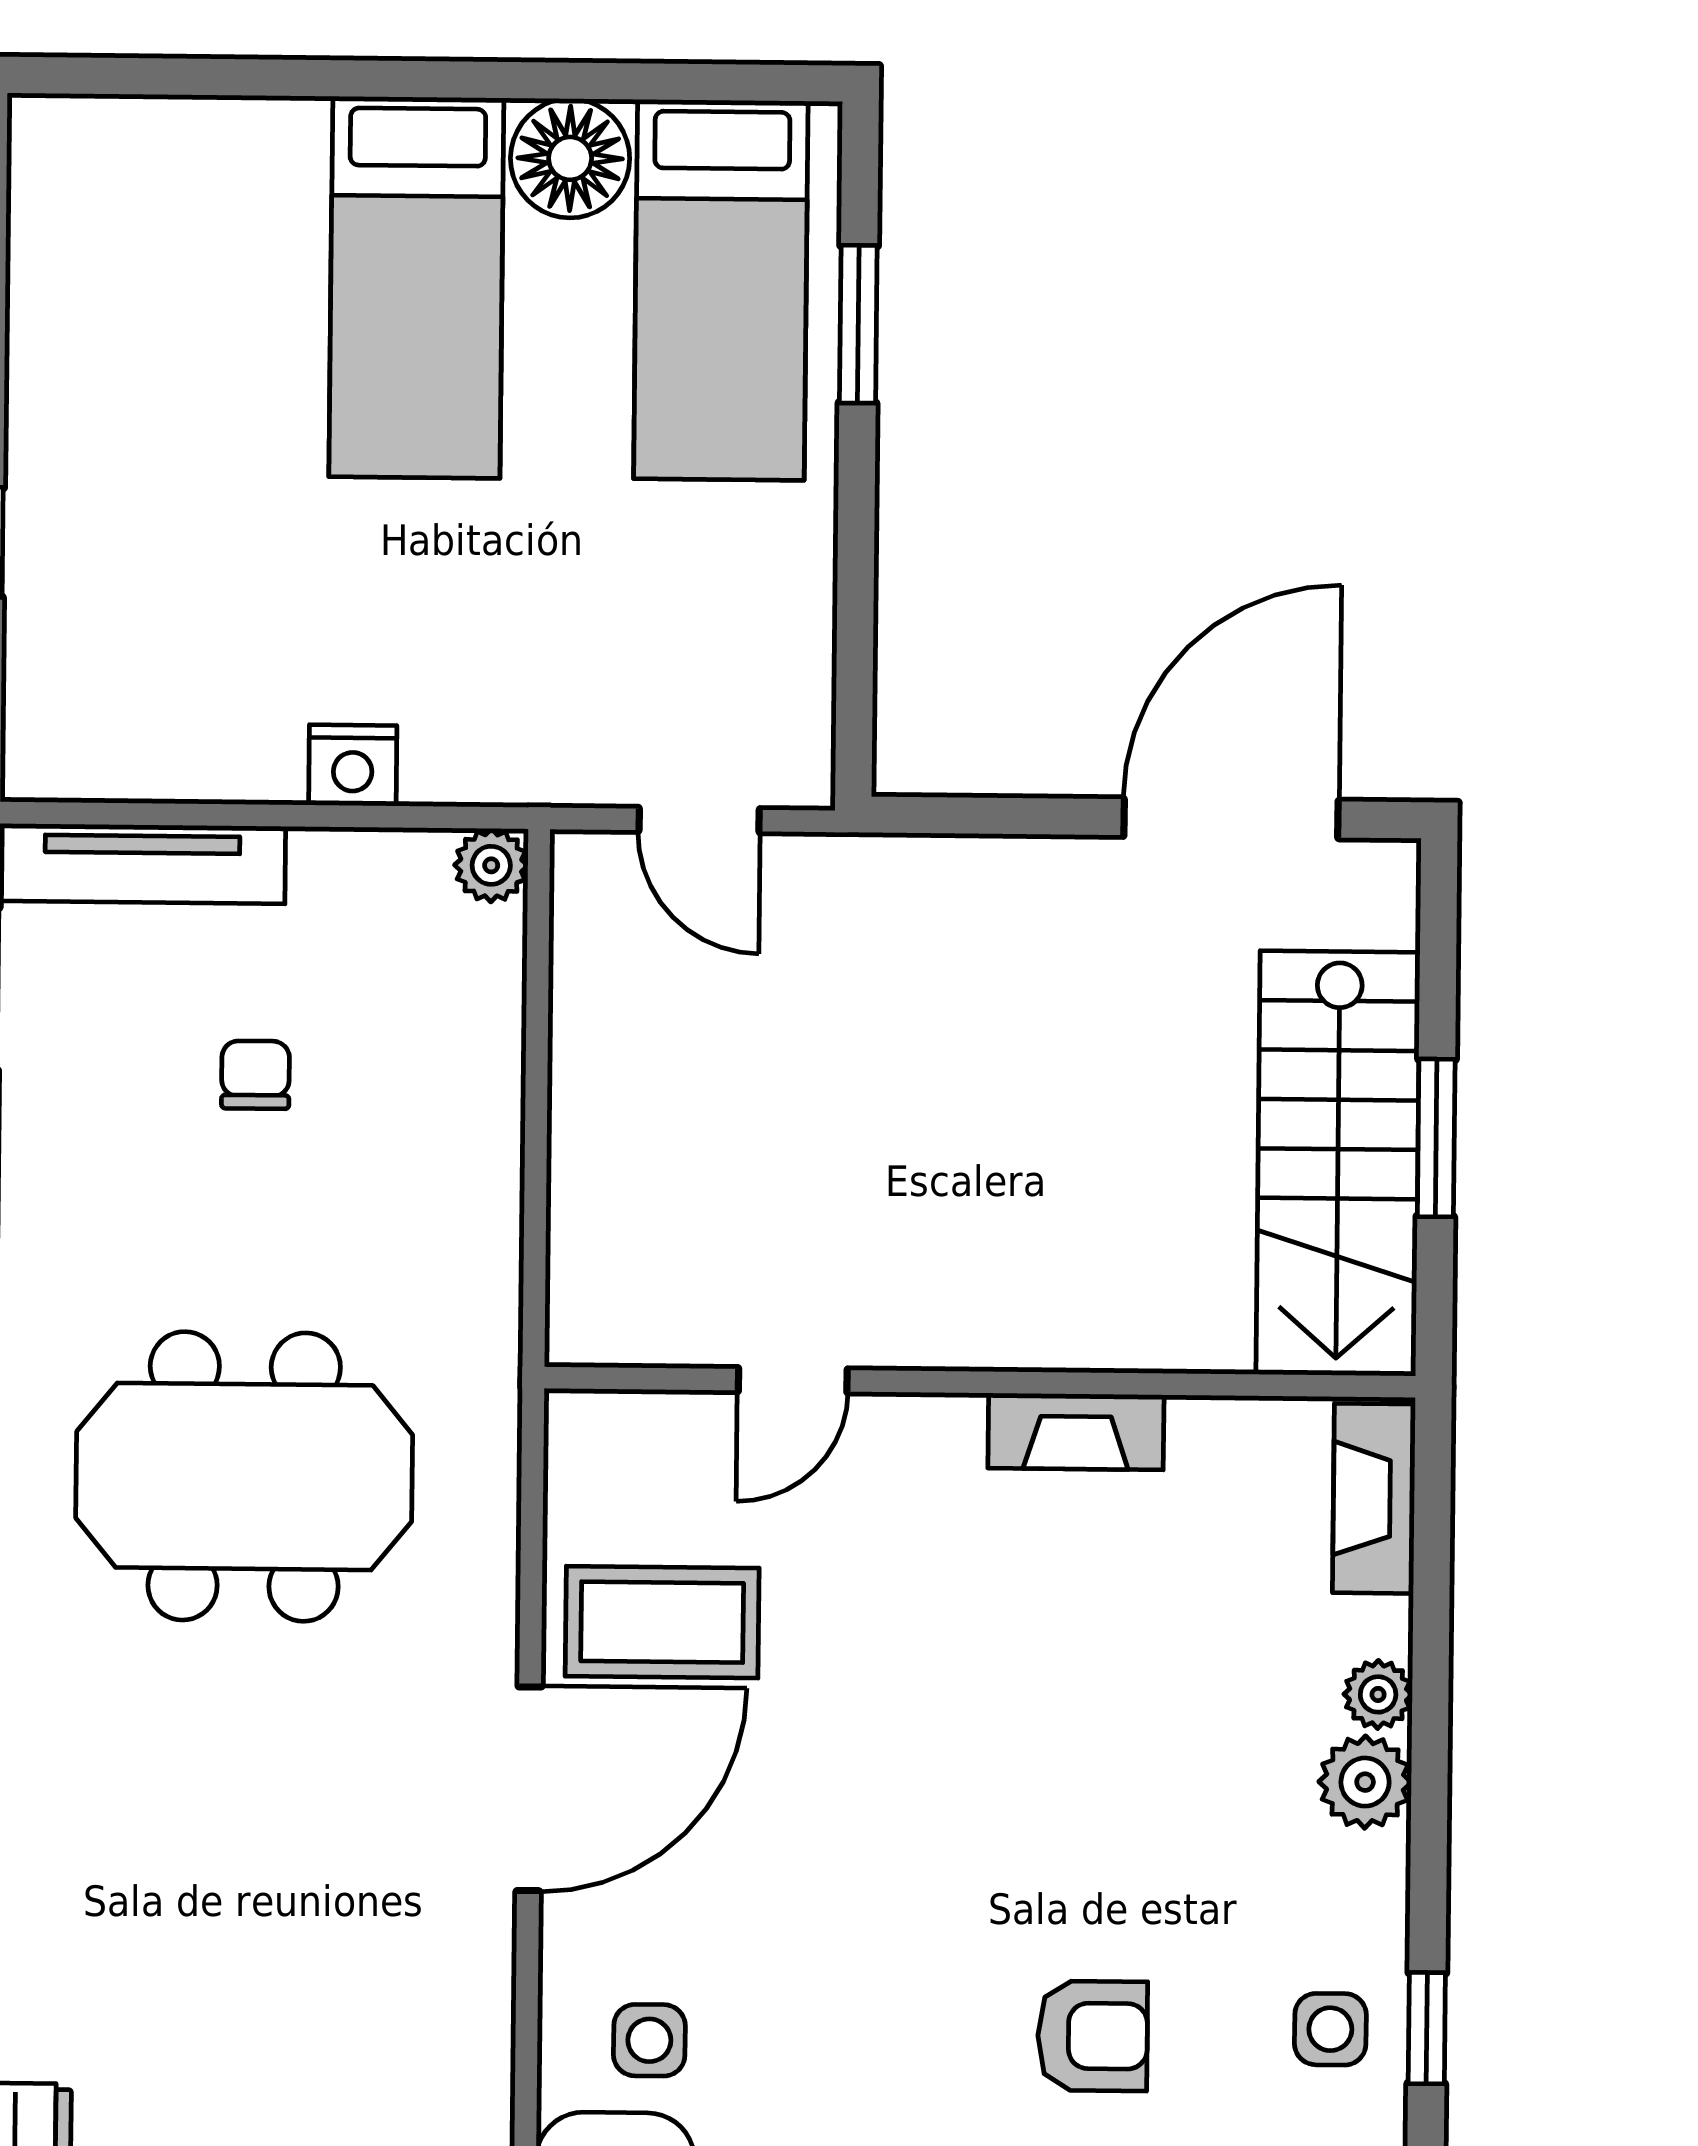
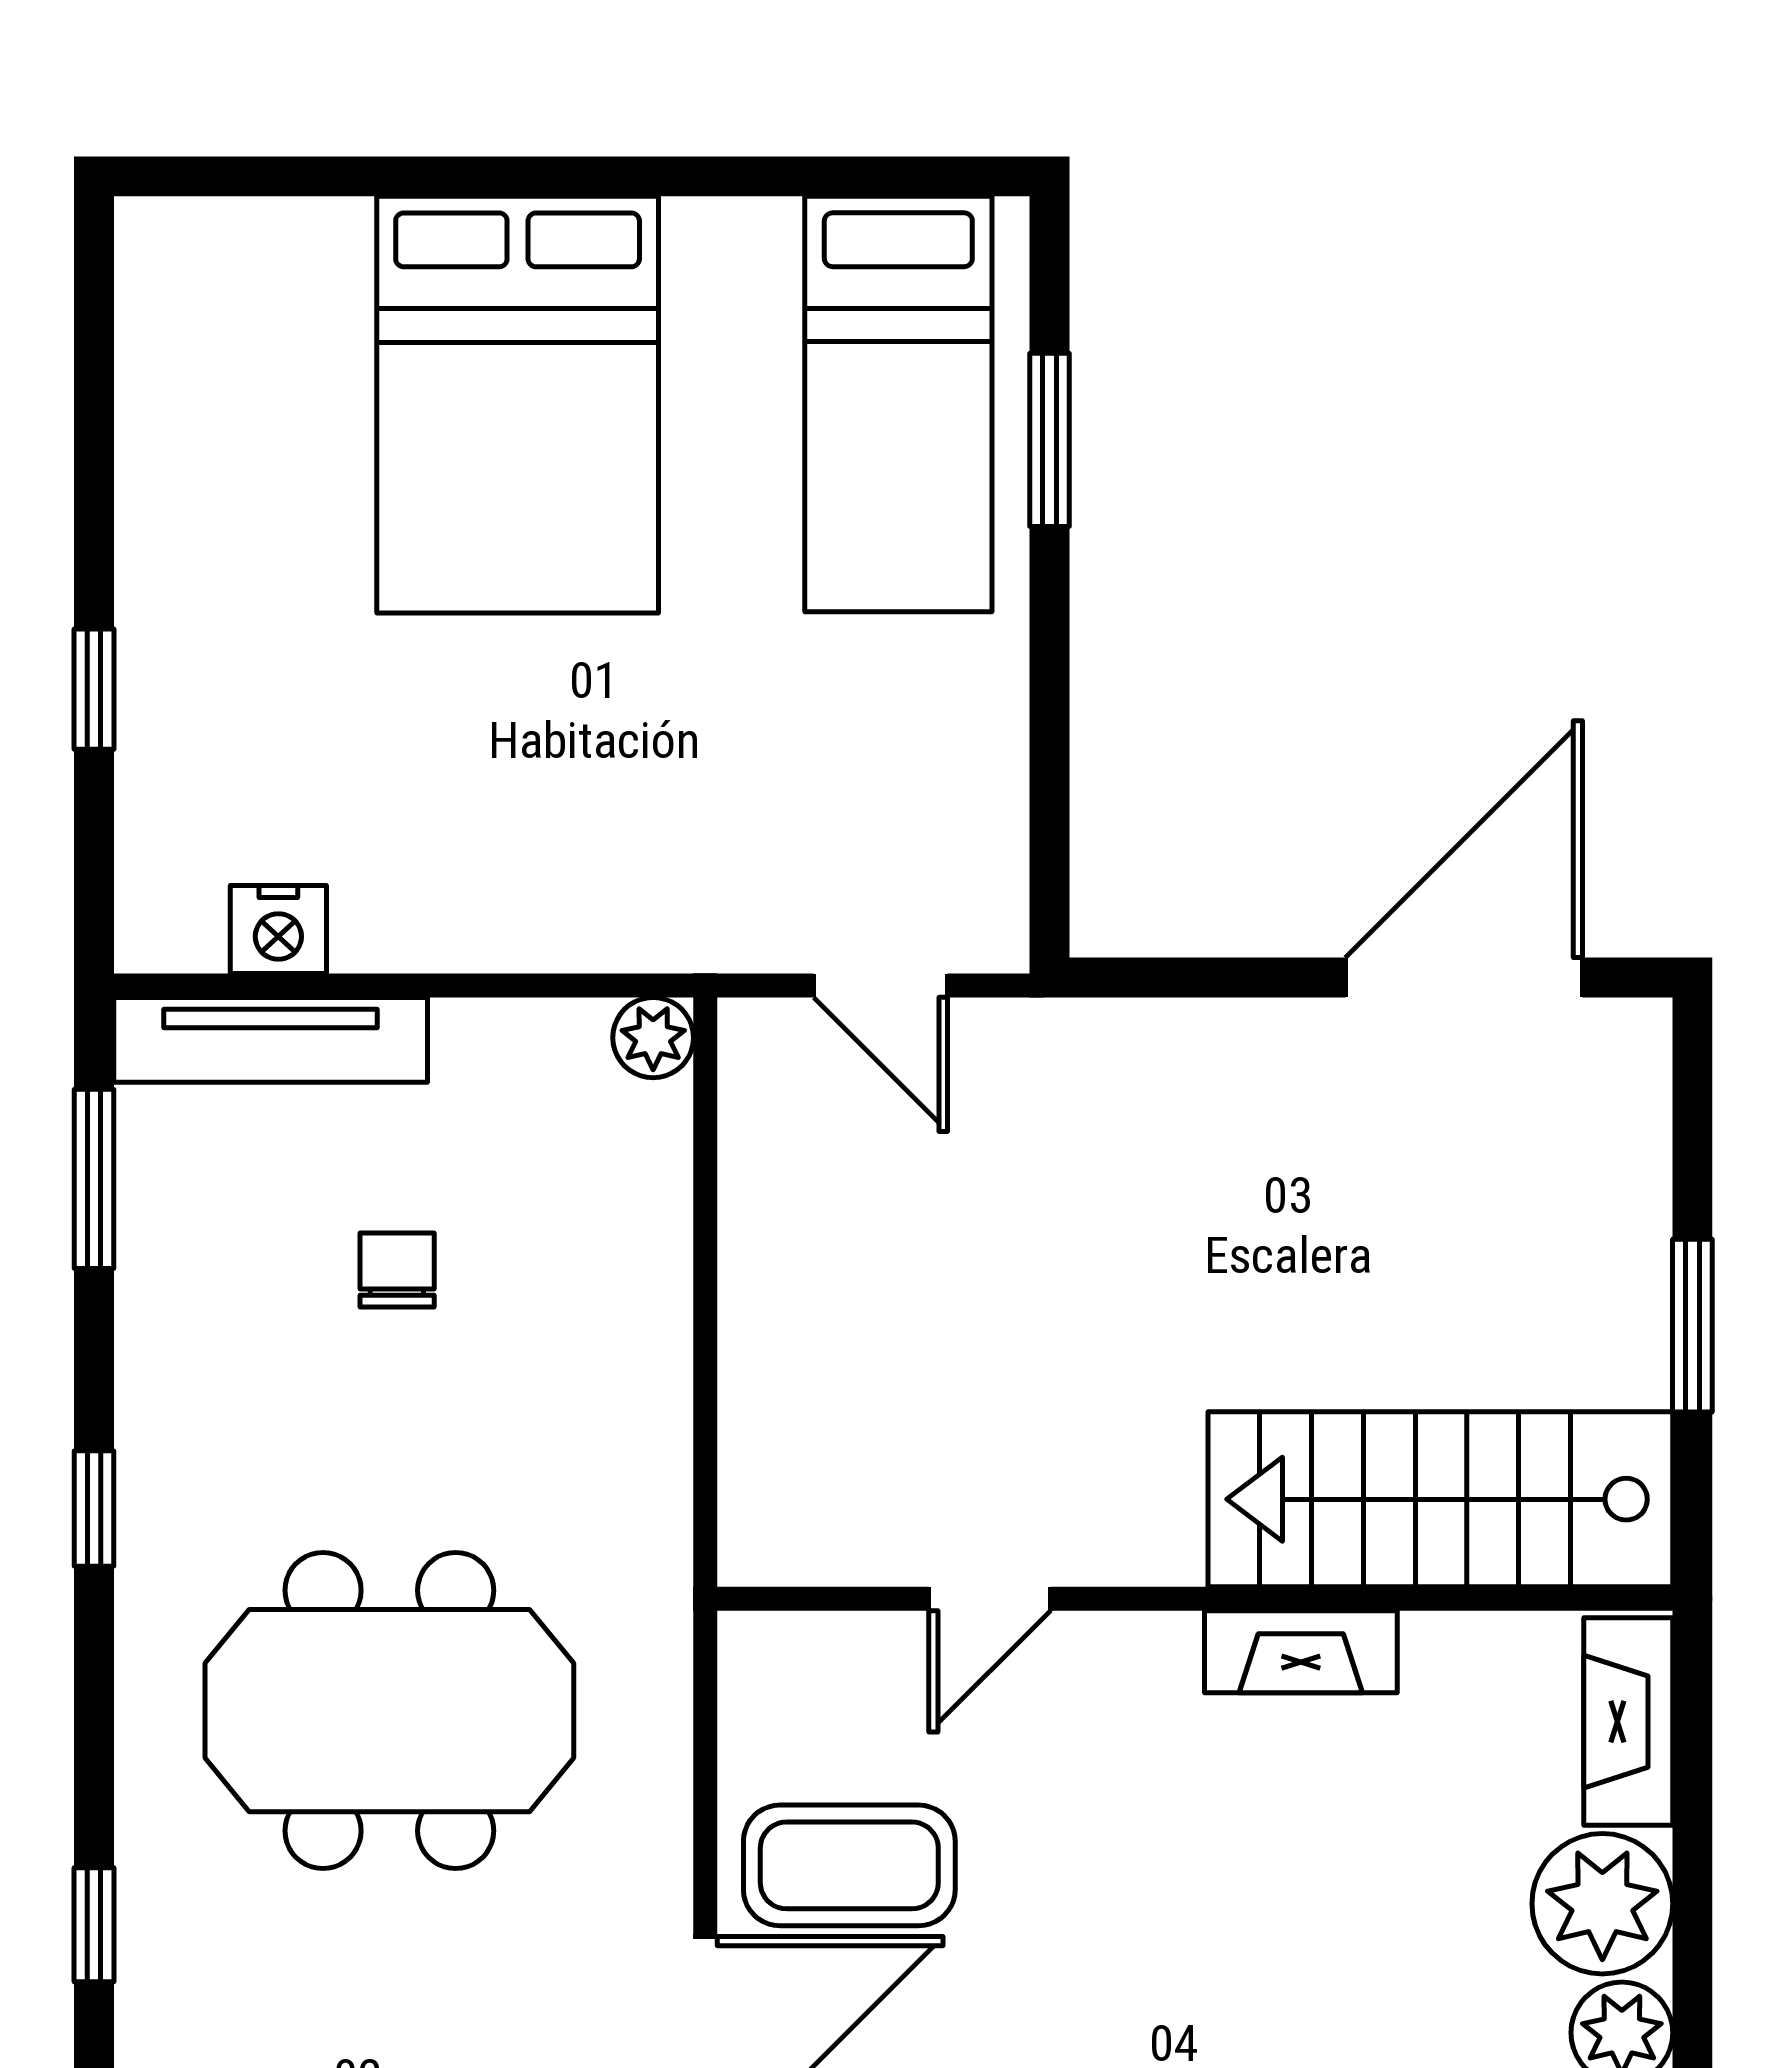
floor lamp: (570, 158) -> (732, 261), removed
bed: (416, 287) -> (518, 405), width x1.50
nightstand: (353, 765) -> (278, 929), moved
stairs: (1338, 1163) -> (1440, 1499), moved, turned 90
plant: (1378, 1694) -> (1602, 1904), width x1.88, depth x1.88

